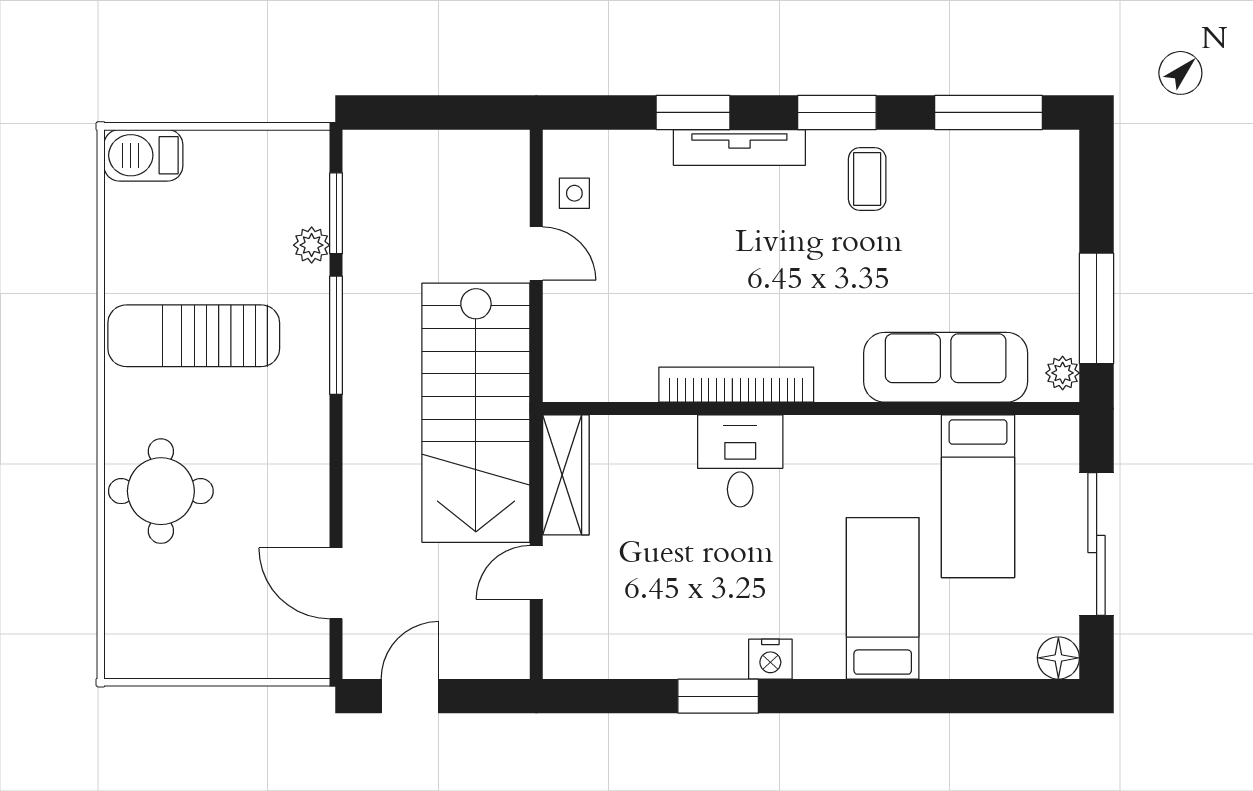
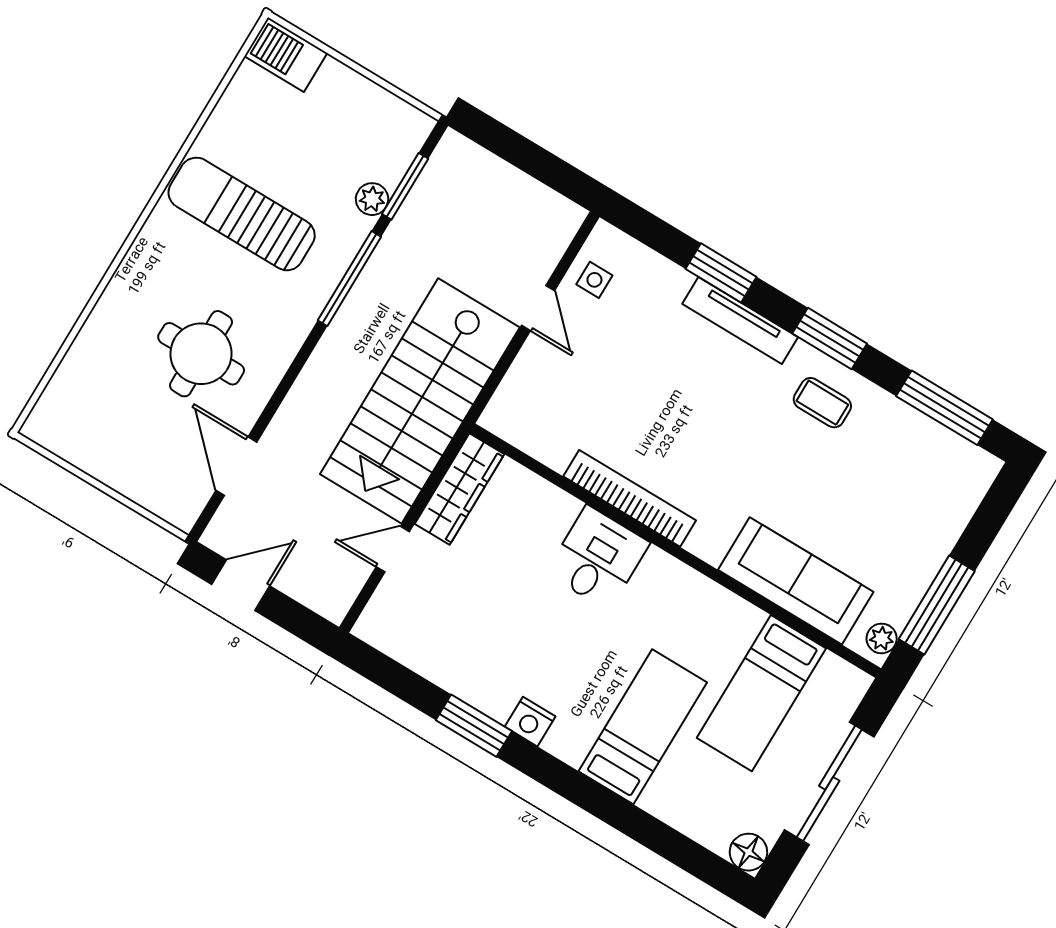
coffee table: (867, 179) -> (822, 403), turned 90
round table: (161, 491) -> (201, 354), moved

